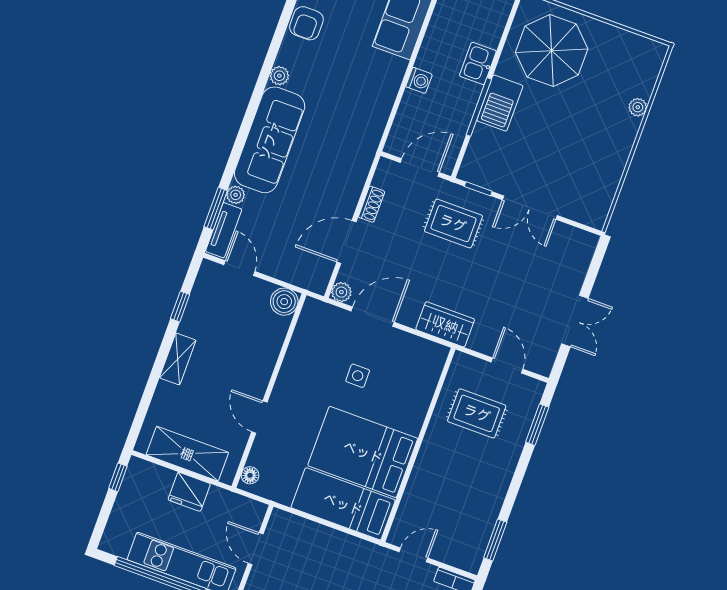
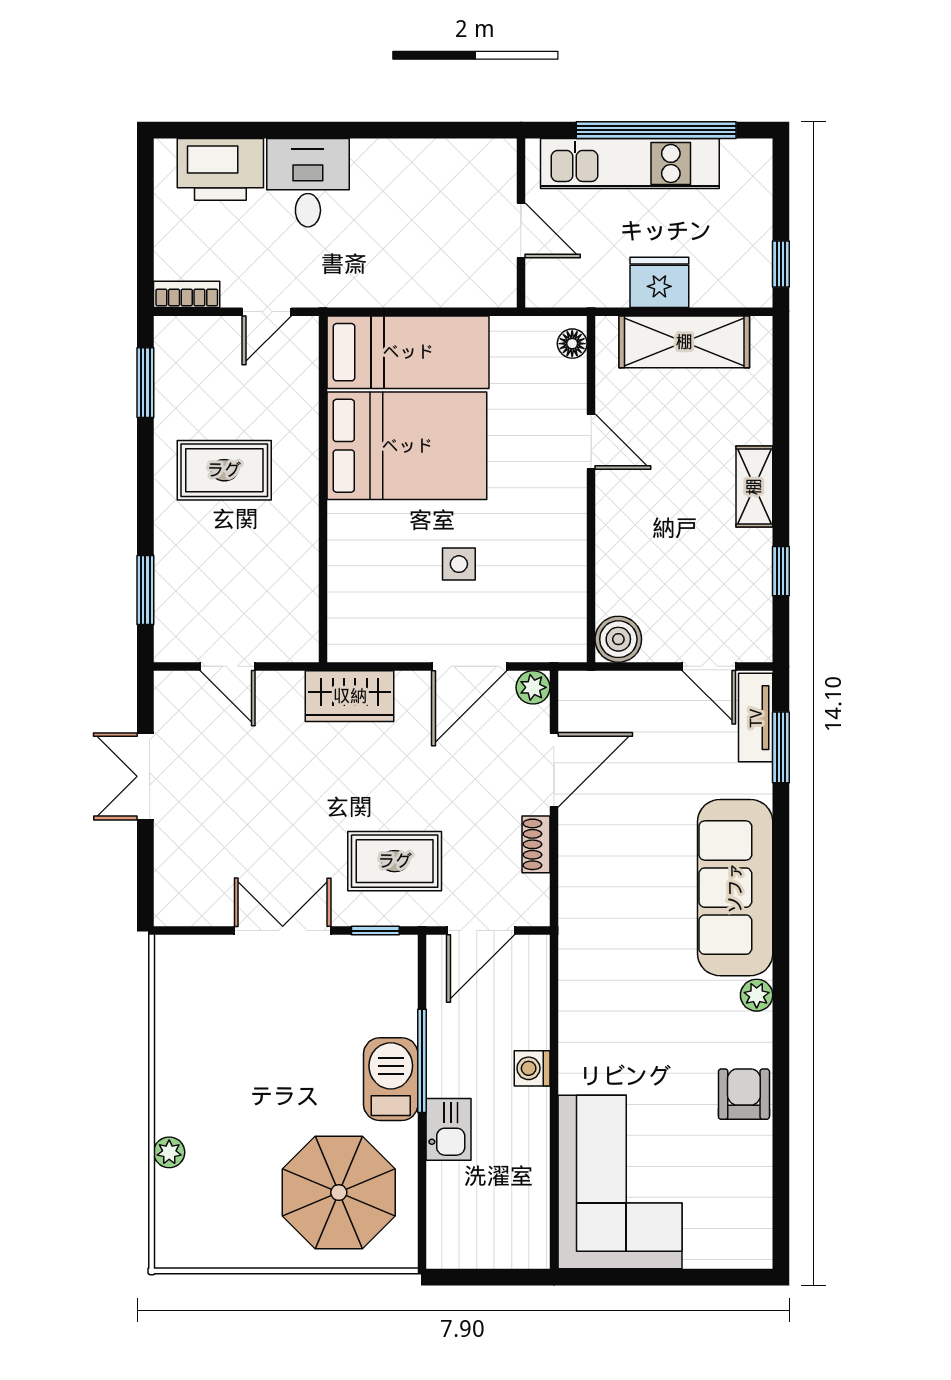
plant: (236, 195) -> (757, 781), removed
rug: (477, 413) -> (224, 470), moved

